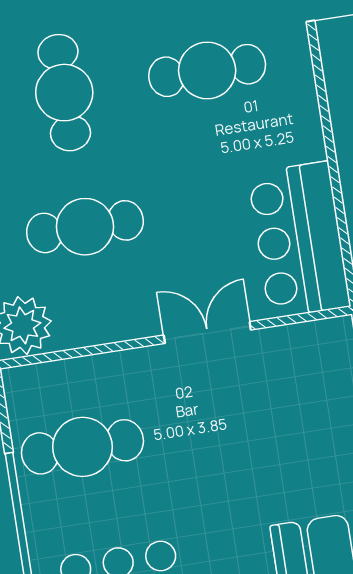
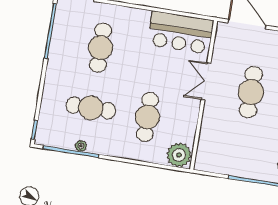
cafe table: (82, 447) -> (251, 92), moved

